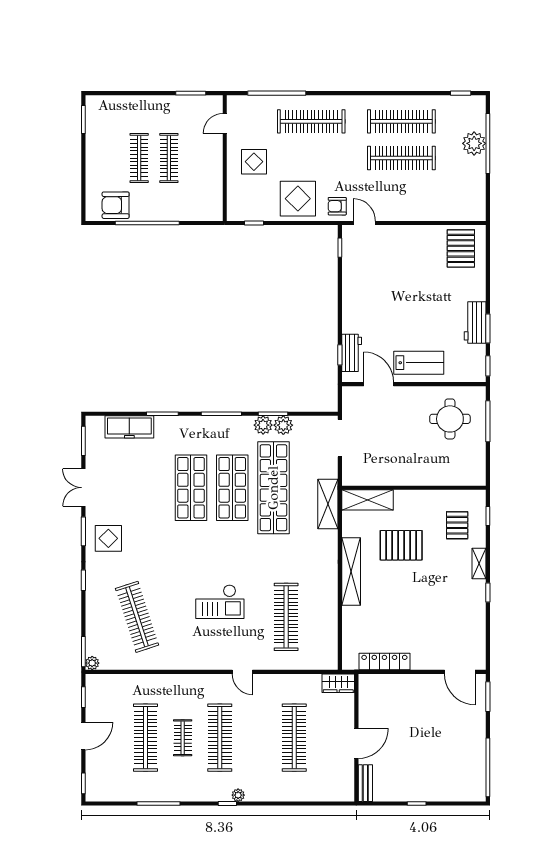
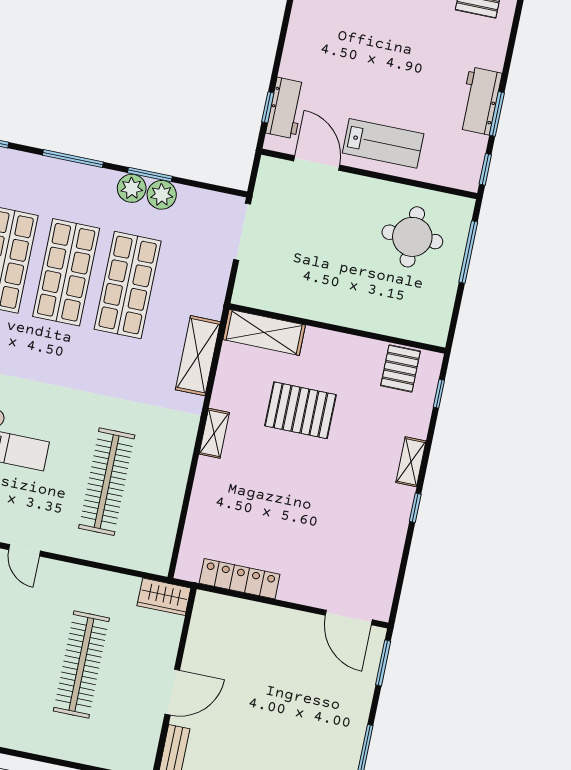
shop shelf: (273, 488) -> (128, 285), width x0.71
shelving: (328, 504) -> (198, 356), moved
pallet: (457, 525) -> (400, 368), moved
shelving: (351, 572) -> (214, 433), width x0.45, depth x0.75

